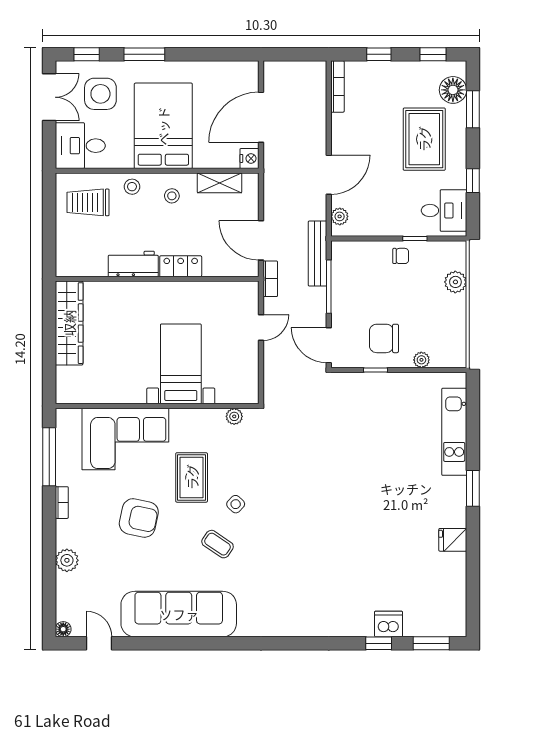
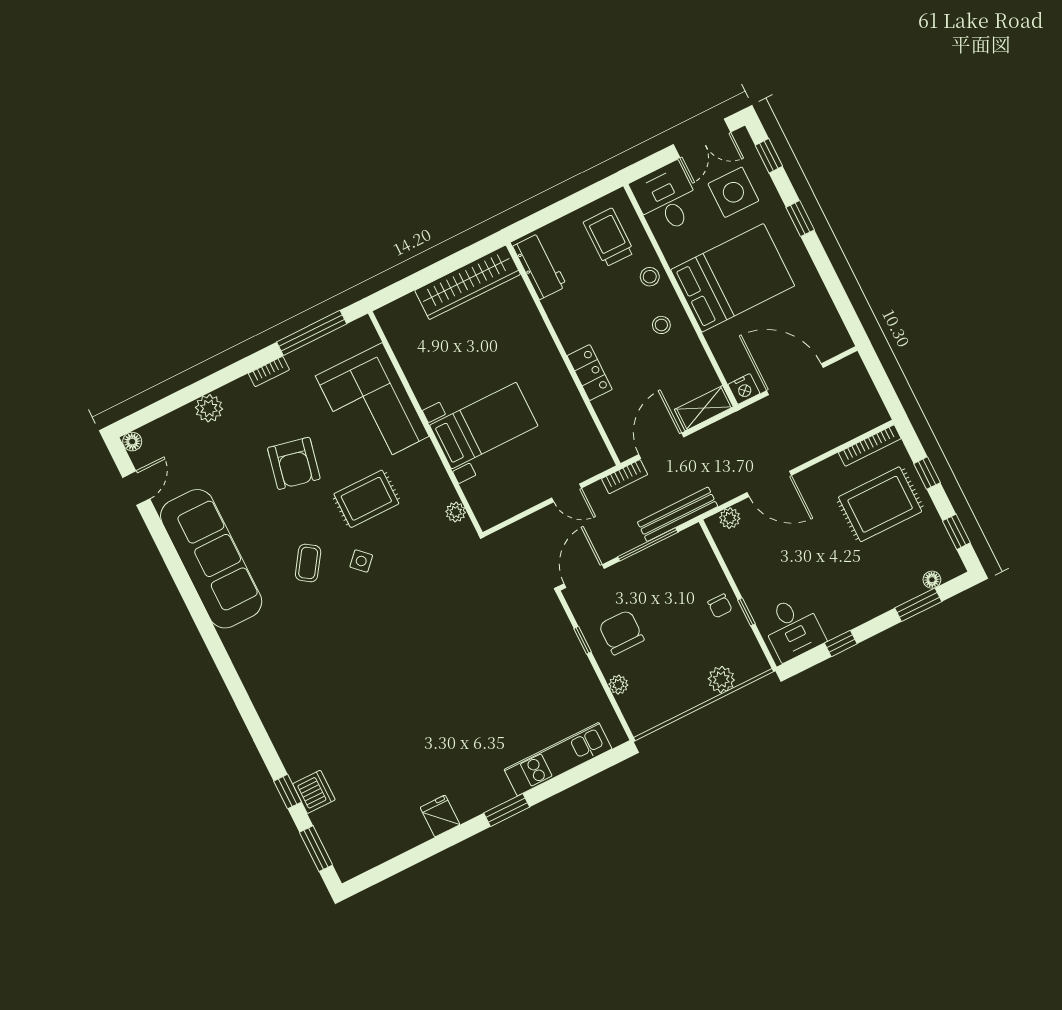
window: (144, 54) -> (800, 219), width x0.67
floor lamp: (453, 90) -> (932, 580), width x0.53, depth x0.53
rug: (424, 139) -> (880, 504), moved
shelving: (220, 183) -> (704, 408), moved, turned 90
workbench: (133, 264) -> (540, 266), moved

